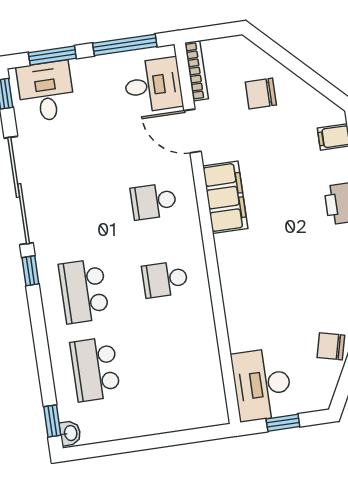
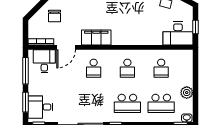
school desk: (176, 357) -> (161, 68), added
plant: (129, 424) -> (187, 93), added

